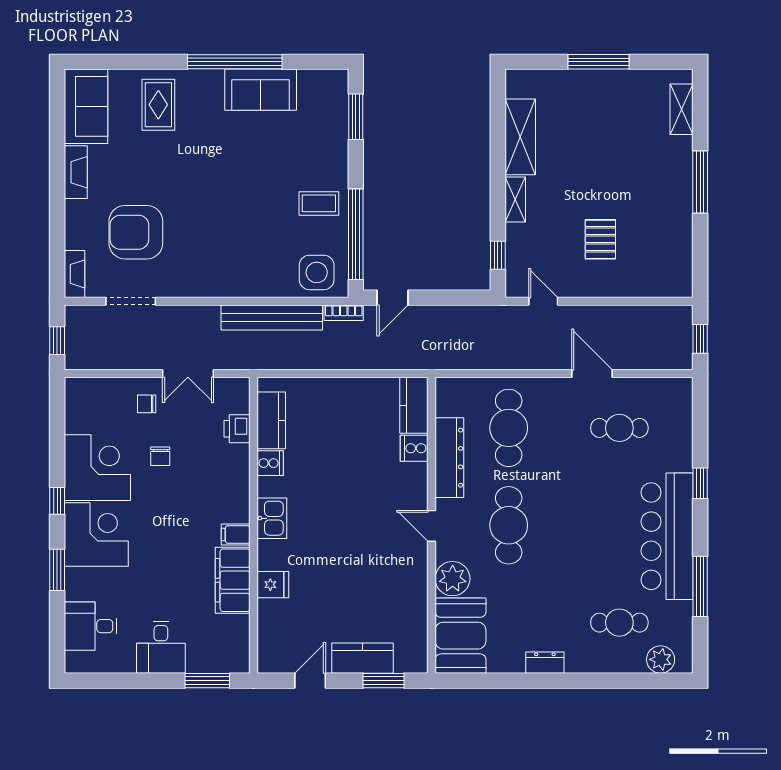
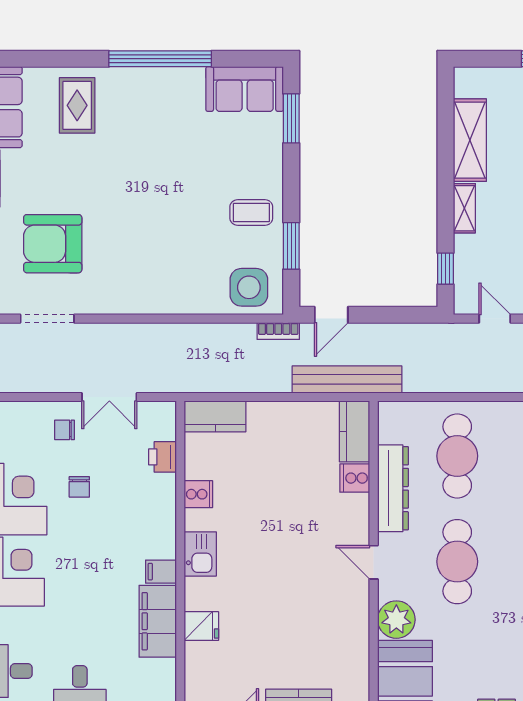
sofa: (261, 90) -> (245, 89), moved
window: (356, 234) -> (291, 246), width x0.47
bench: (272, 318) -> (347, 379), moved
kitchen counter: (271, 420) -> (215, 416), moved, turned 90

